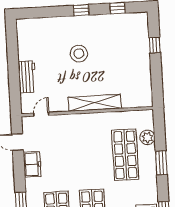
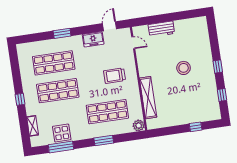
shelving: (95, 103) -> (148, 98), moved
plant: (147, 137) -> (139, 125), moved
trolley: (81, 142) -> (115, 76), added

